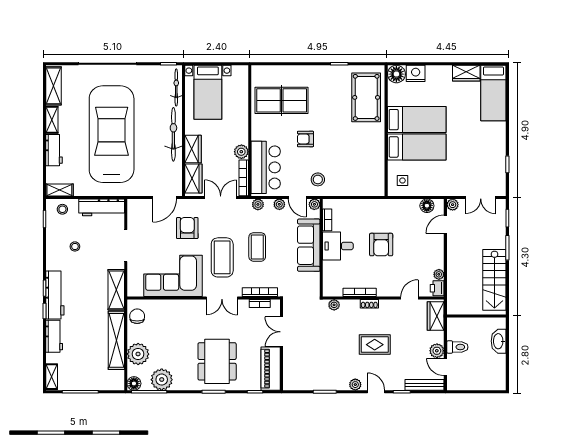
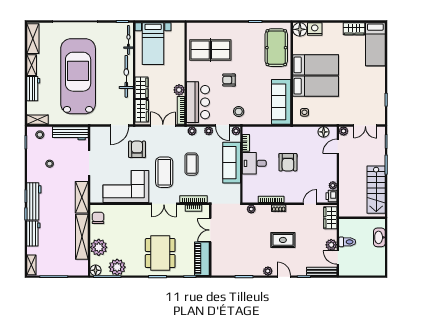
sofa: (372, 167) -> (281, 102), added

